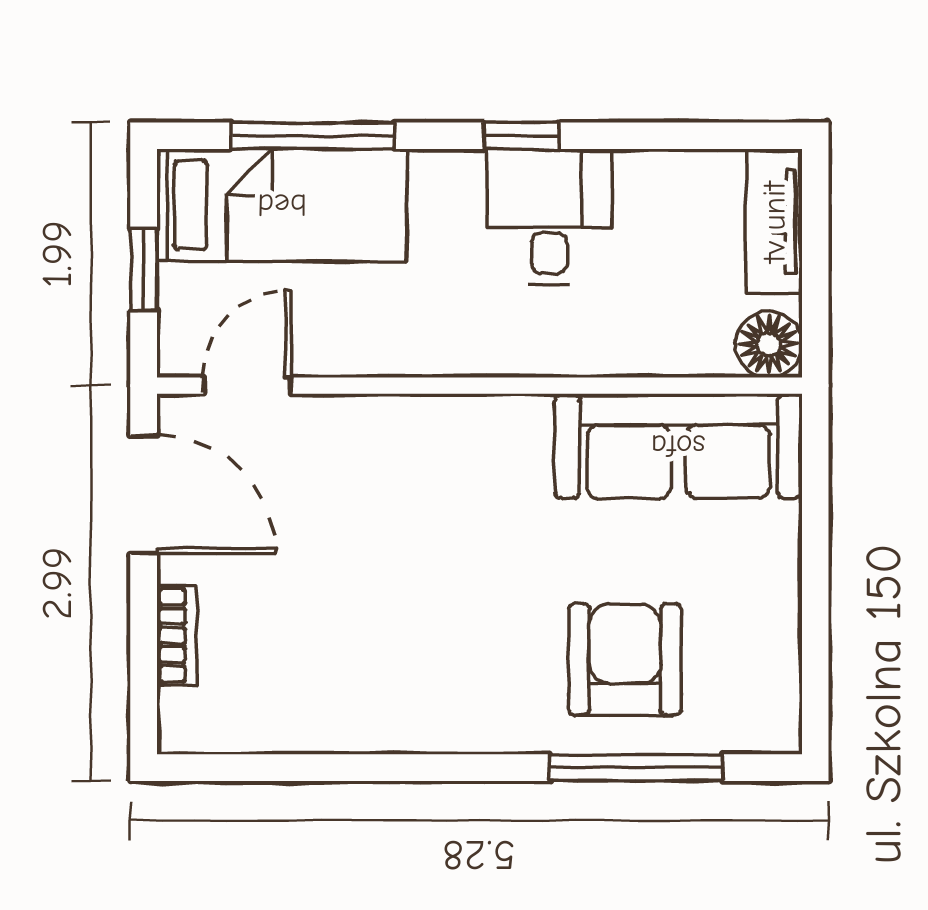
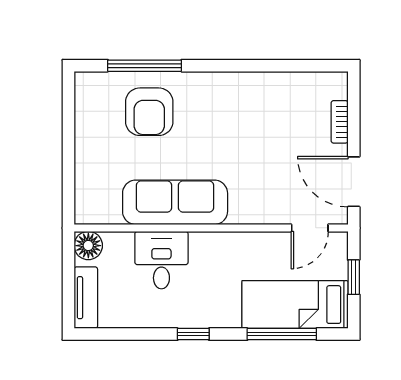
desk: (549, 217) -> (161, 260), moved, turned 180
sofa: (678, 446) -> (175, 202), moved

